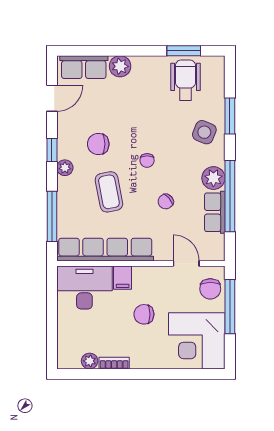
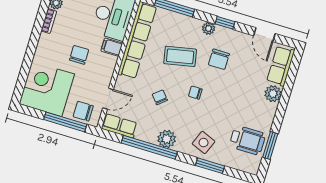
chair: (98, 144) -> (219, 59), turned 180
row of seats: (215, 212) -> (119, 126), moved

